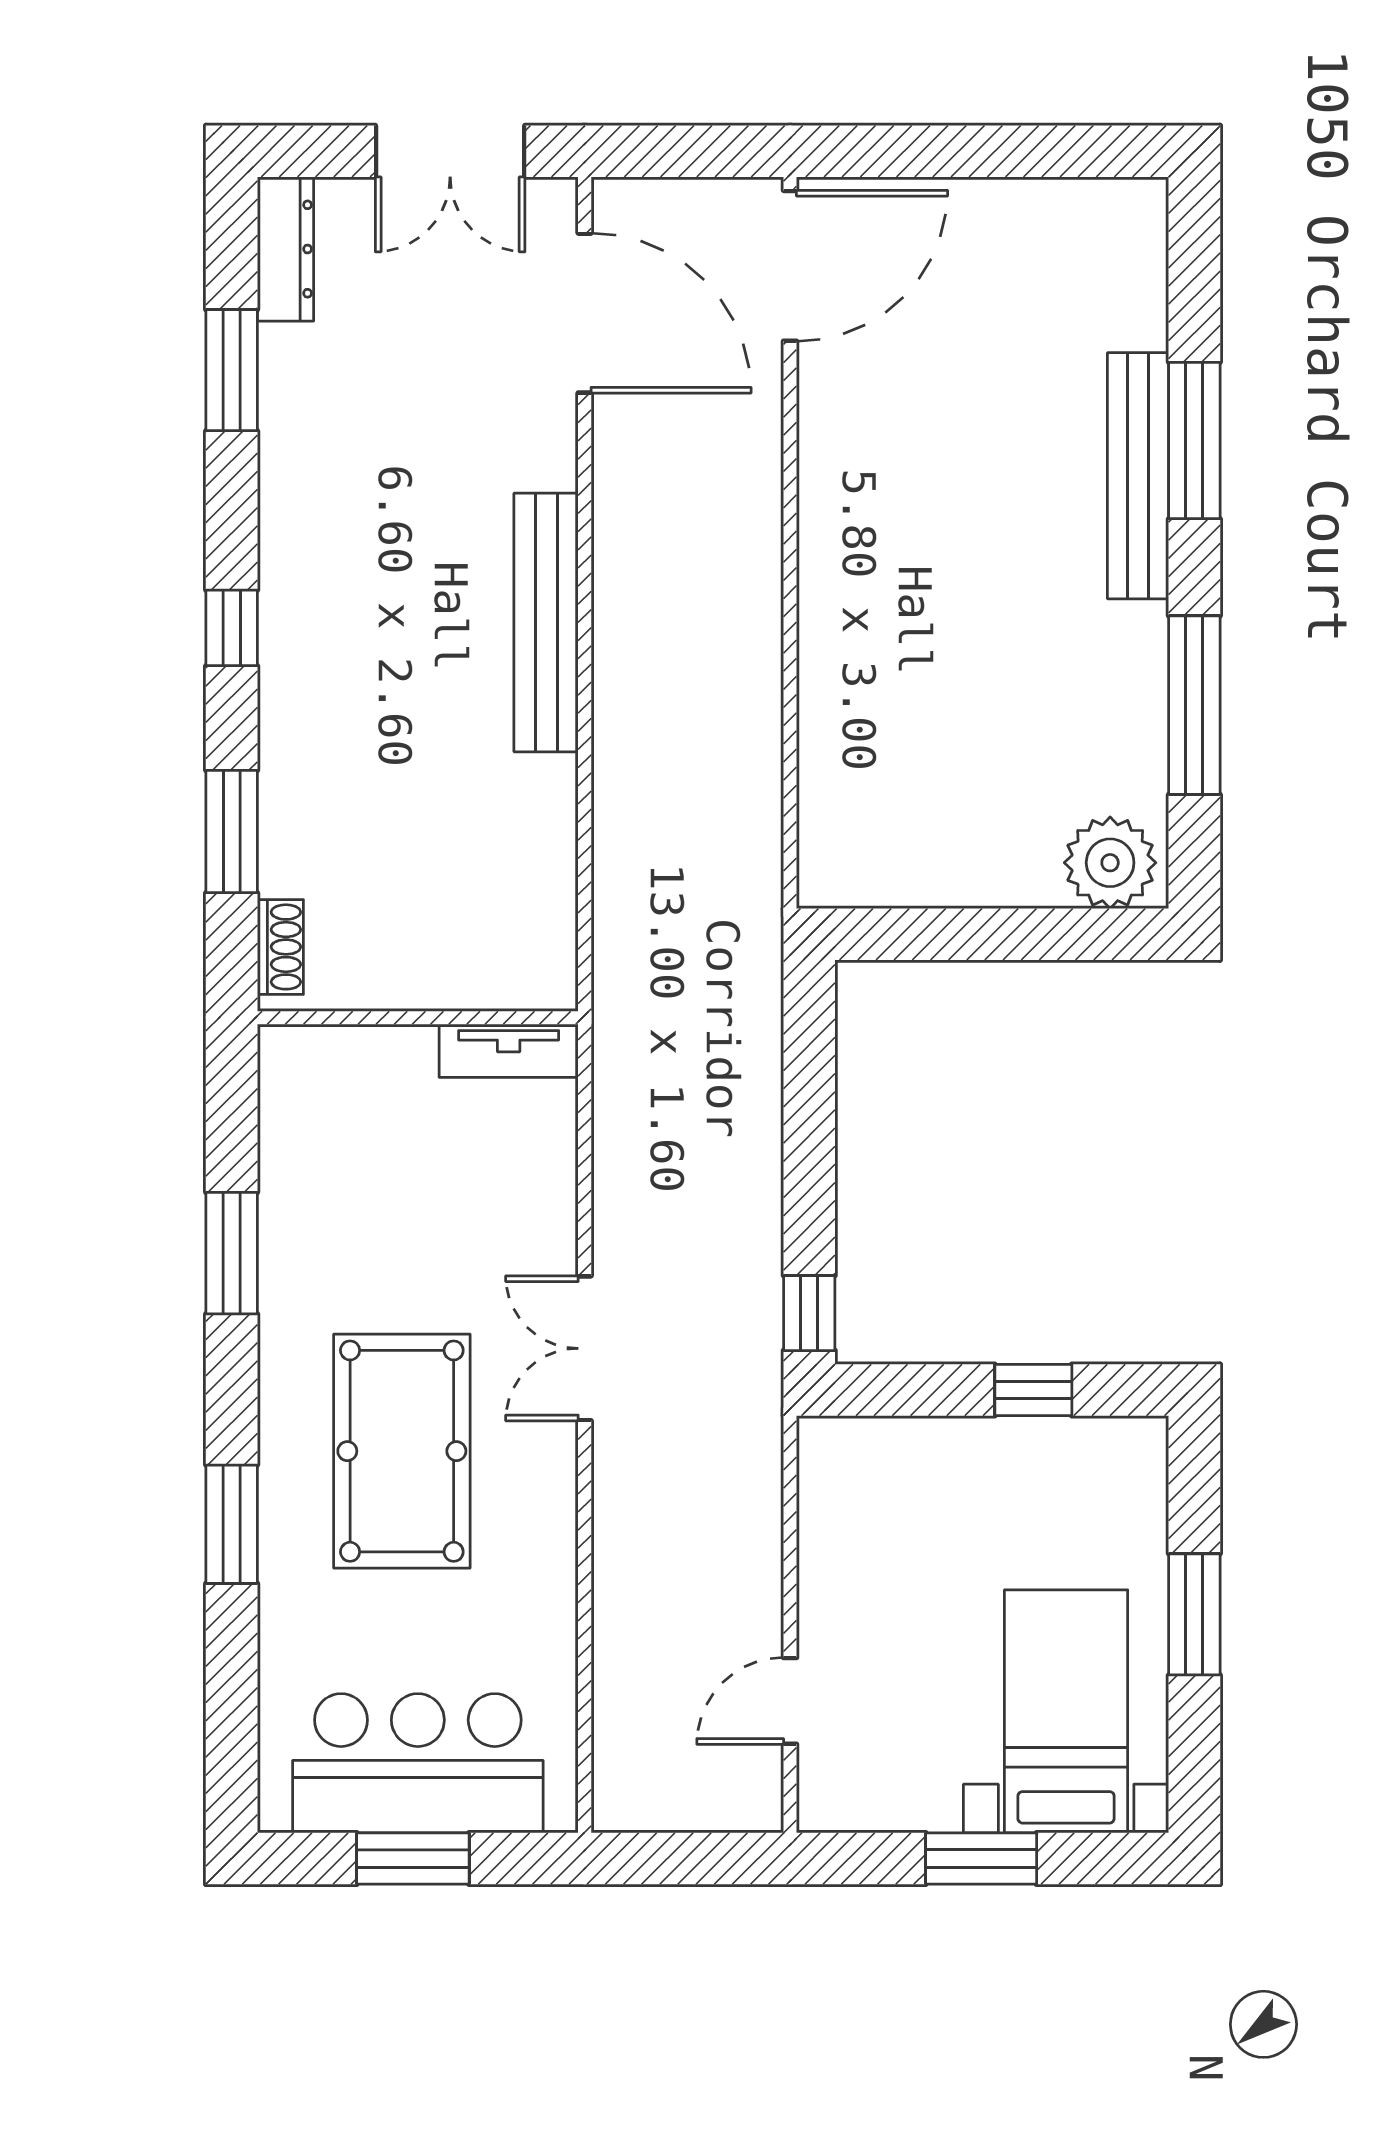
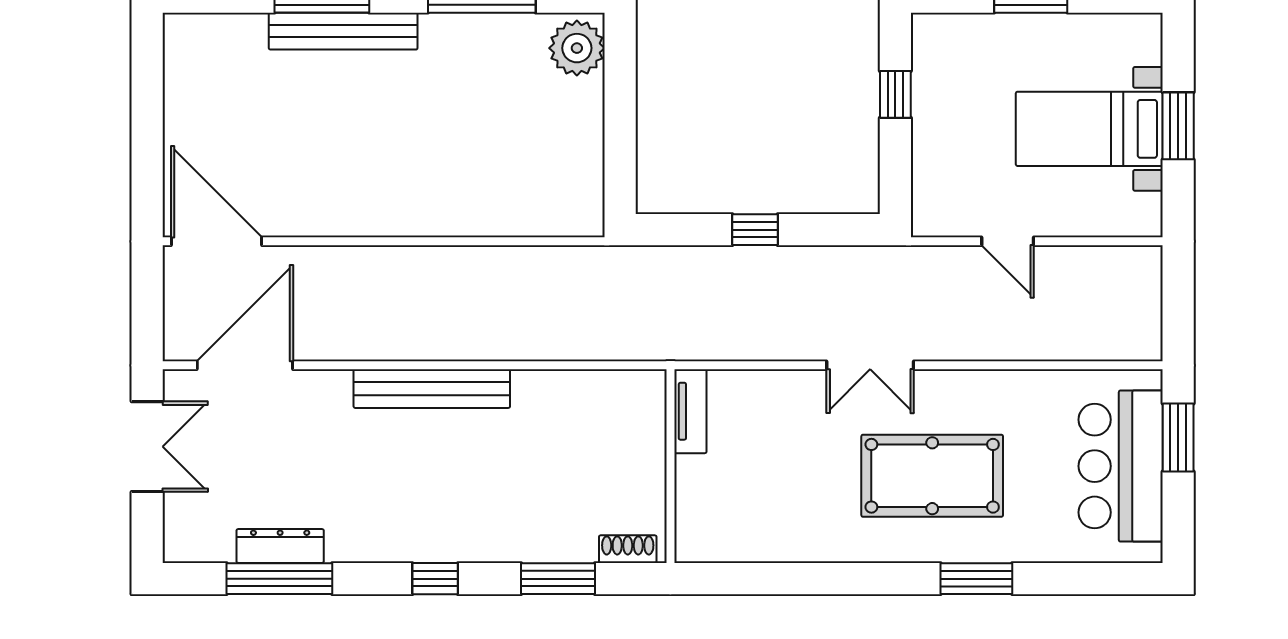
dresser: (286, 249) -> (280, 546), moved
window: (232, 370) -> (279, 579), width x1.44
window: (232, 1253) -> (813, 579), removed
window: (809, 1313) -> (755, 230), moved
door: (790, 1701) -> (1008, 241), moved
bed with nightstands: (1066, 1711) -> (1089, 129), moved
window: (413, 1859) -> (1178, 438), moved

